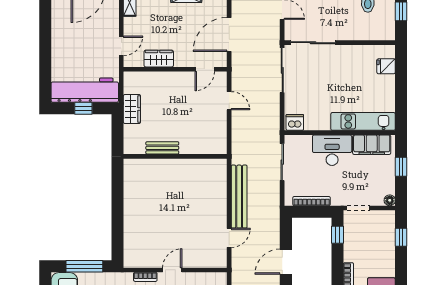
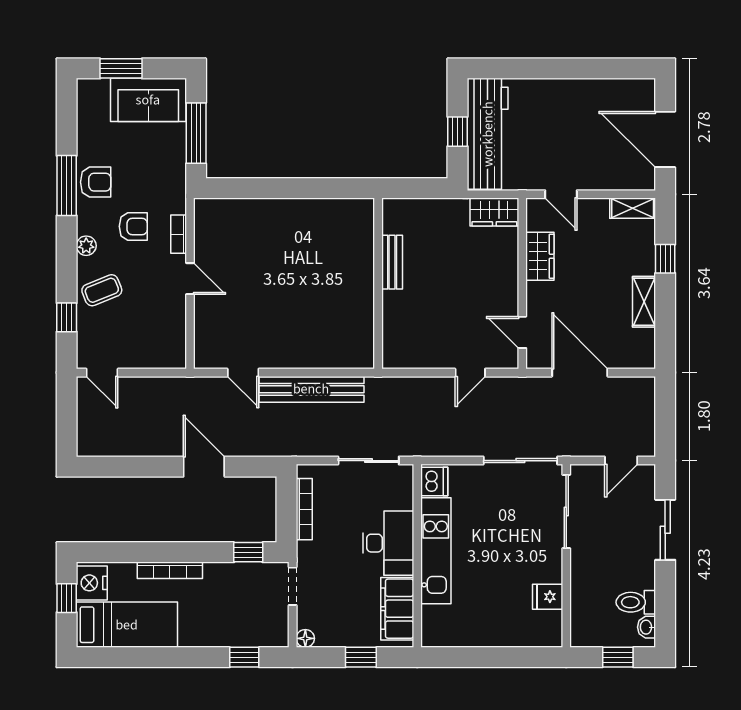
fridge: (386, 66) -> (548, 597), moved, turned -90
wardrobe: (132, 109) -> (494, 212), moved
kitchen unit: (363, 121) -> (436, 551), moved

